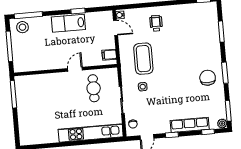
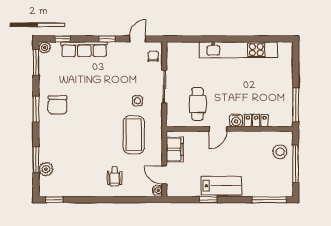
plant: (213, 24) -> (46, 169), added
stool: (22, 27) -> (280, 152), moved
filing cabinet: (109, 55) -> (175, 149), width x2.00
water cooler: (61, 78) -> (236, 120), added
locker: (44, 79) -> (256, 121), added
kitchen unit: (91, 133) -> (238, 50), moved

